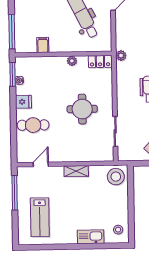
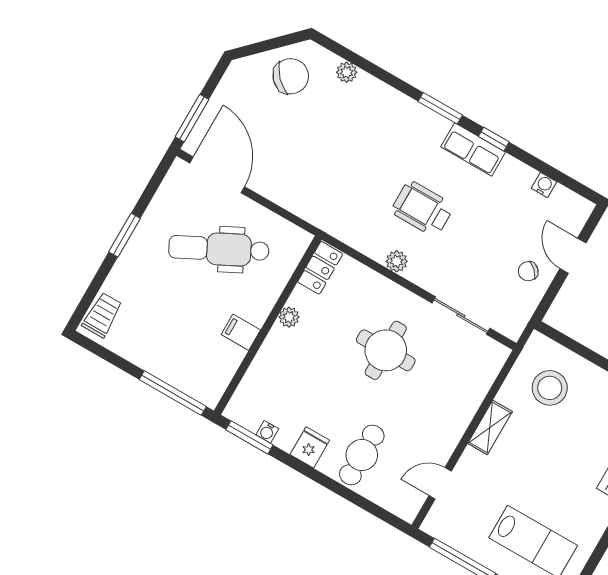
filing cabinet: (43, 45) -> (241, 332), moved
plant: (121, 56) -> (397, 261), moved
door: (41, 164) -> (440, 483), hinge flipped
stool: (116, 177) -> (550, 388), moved

